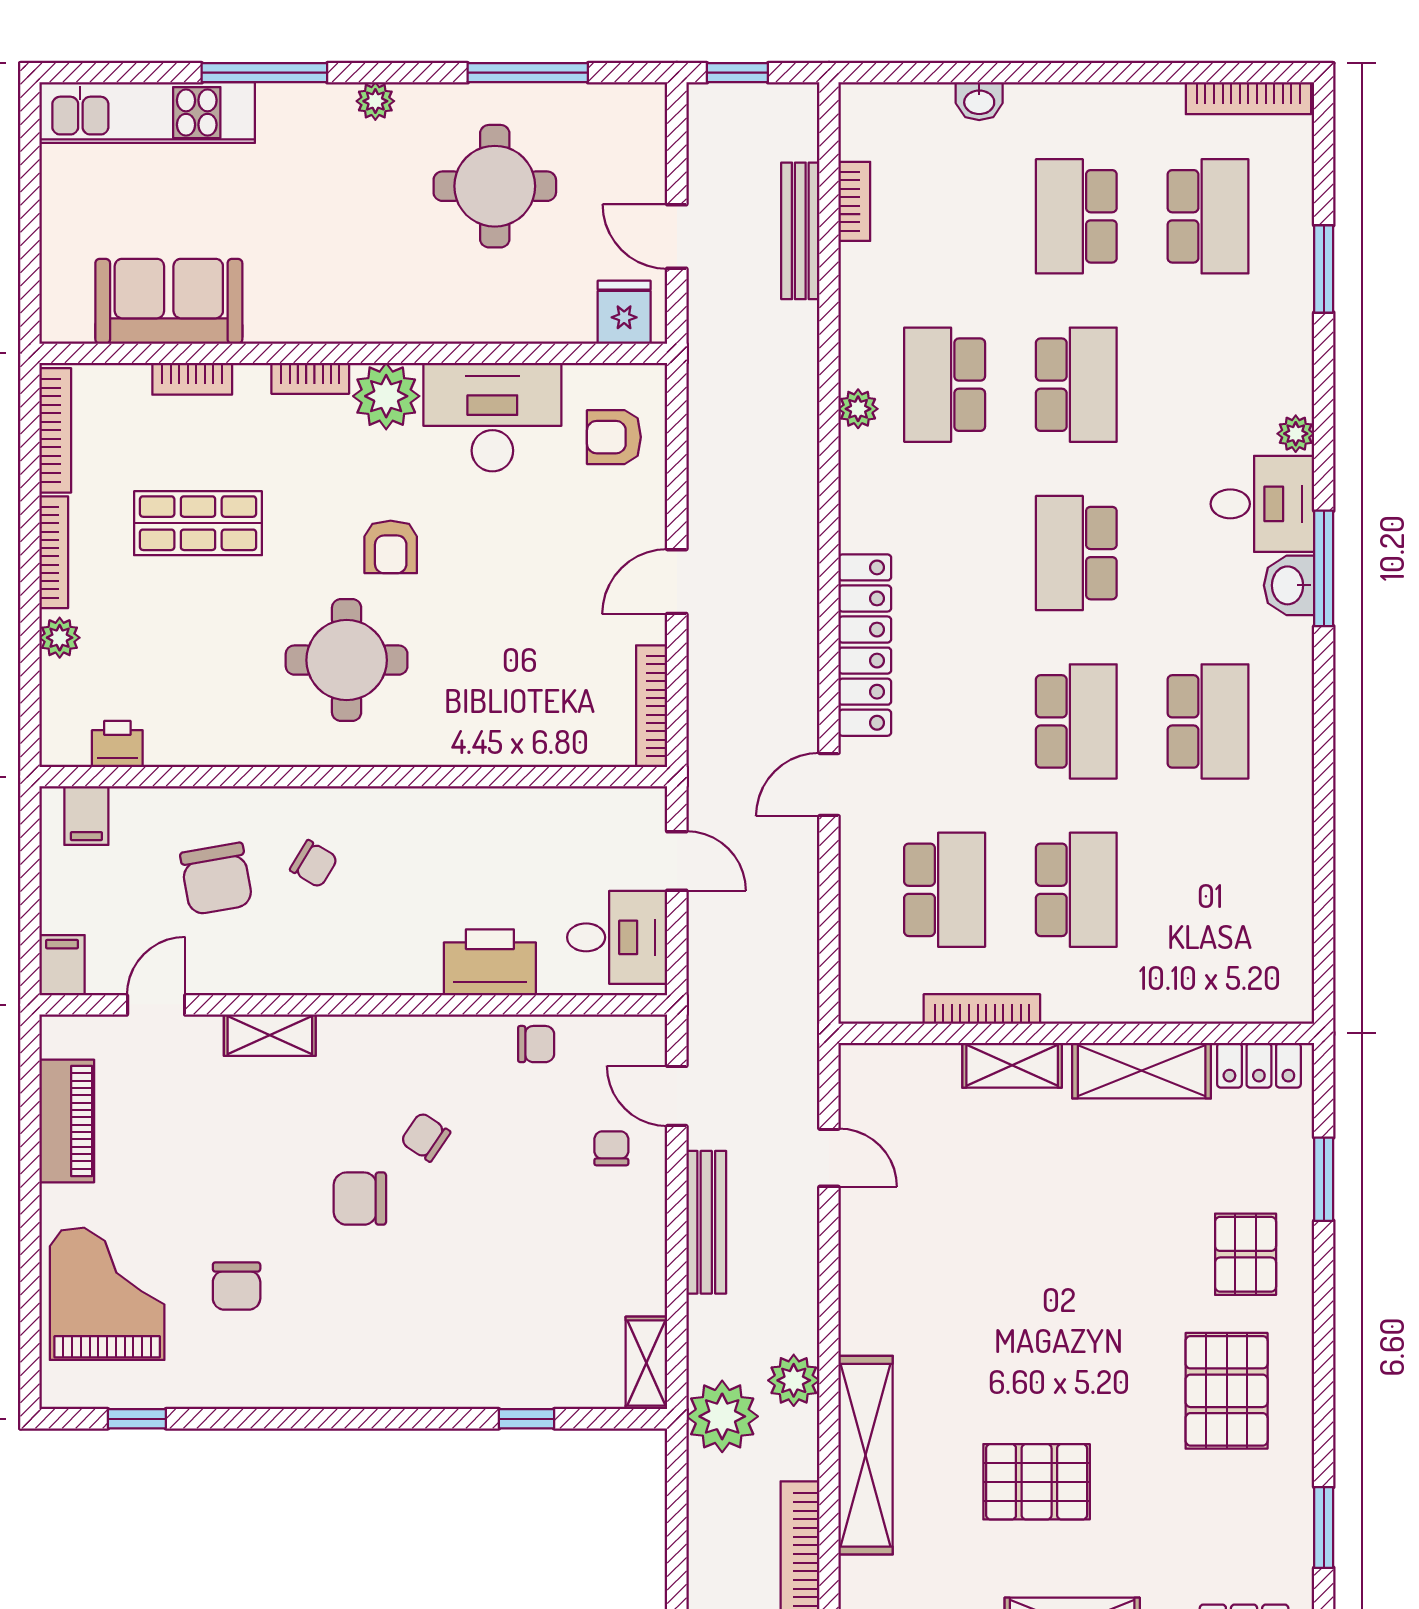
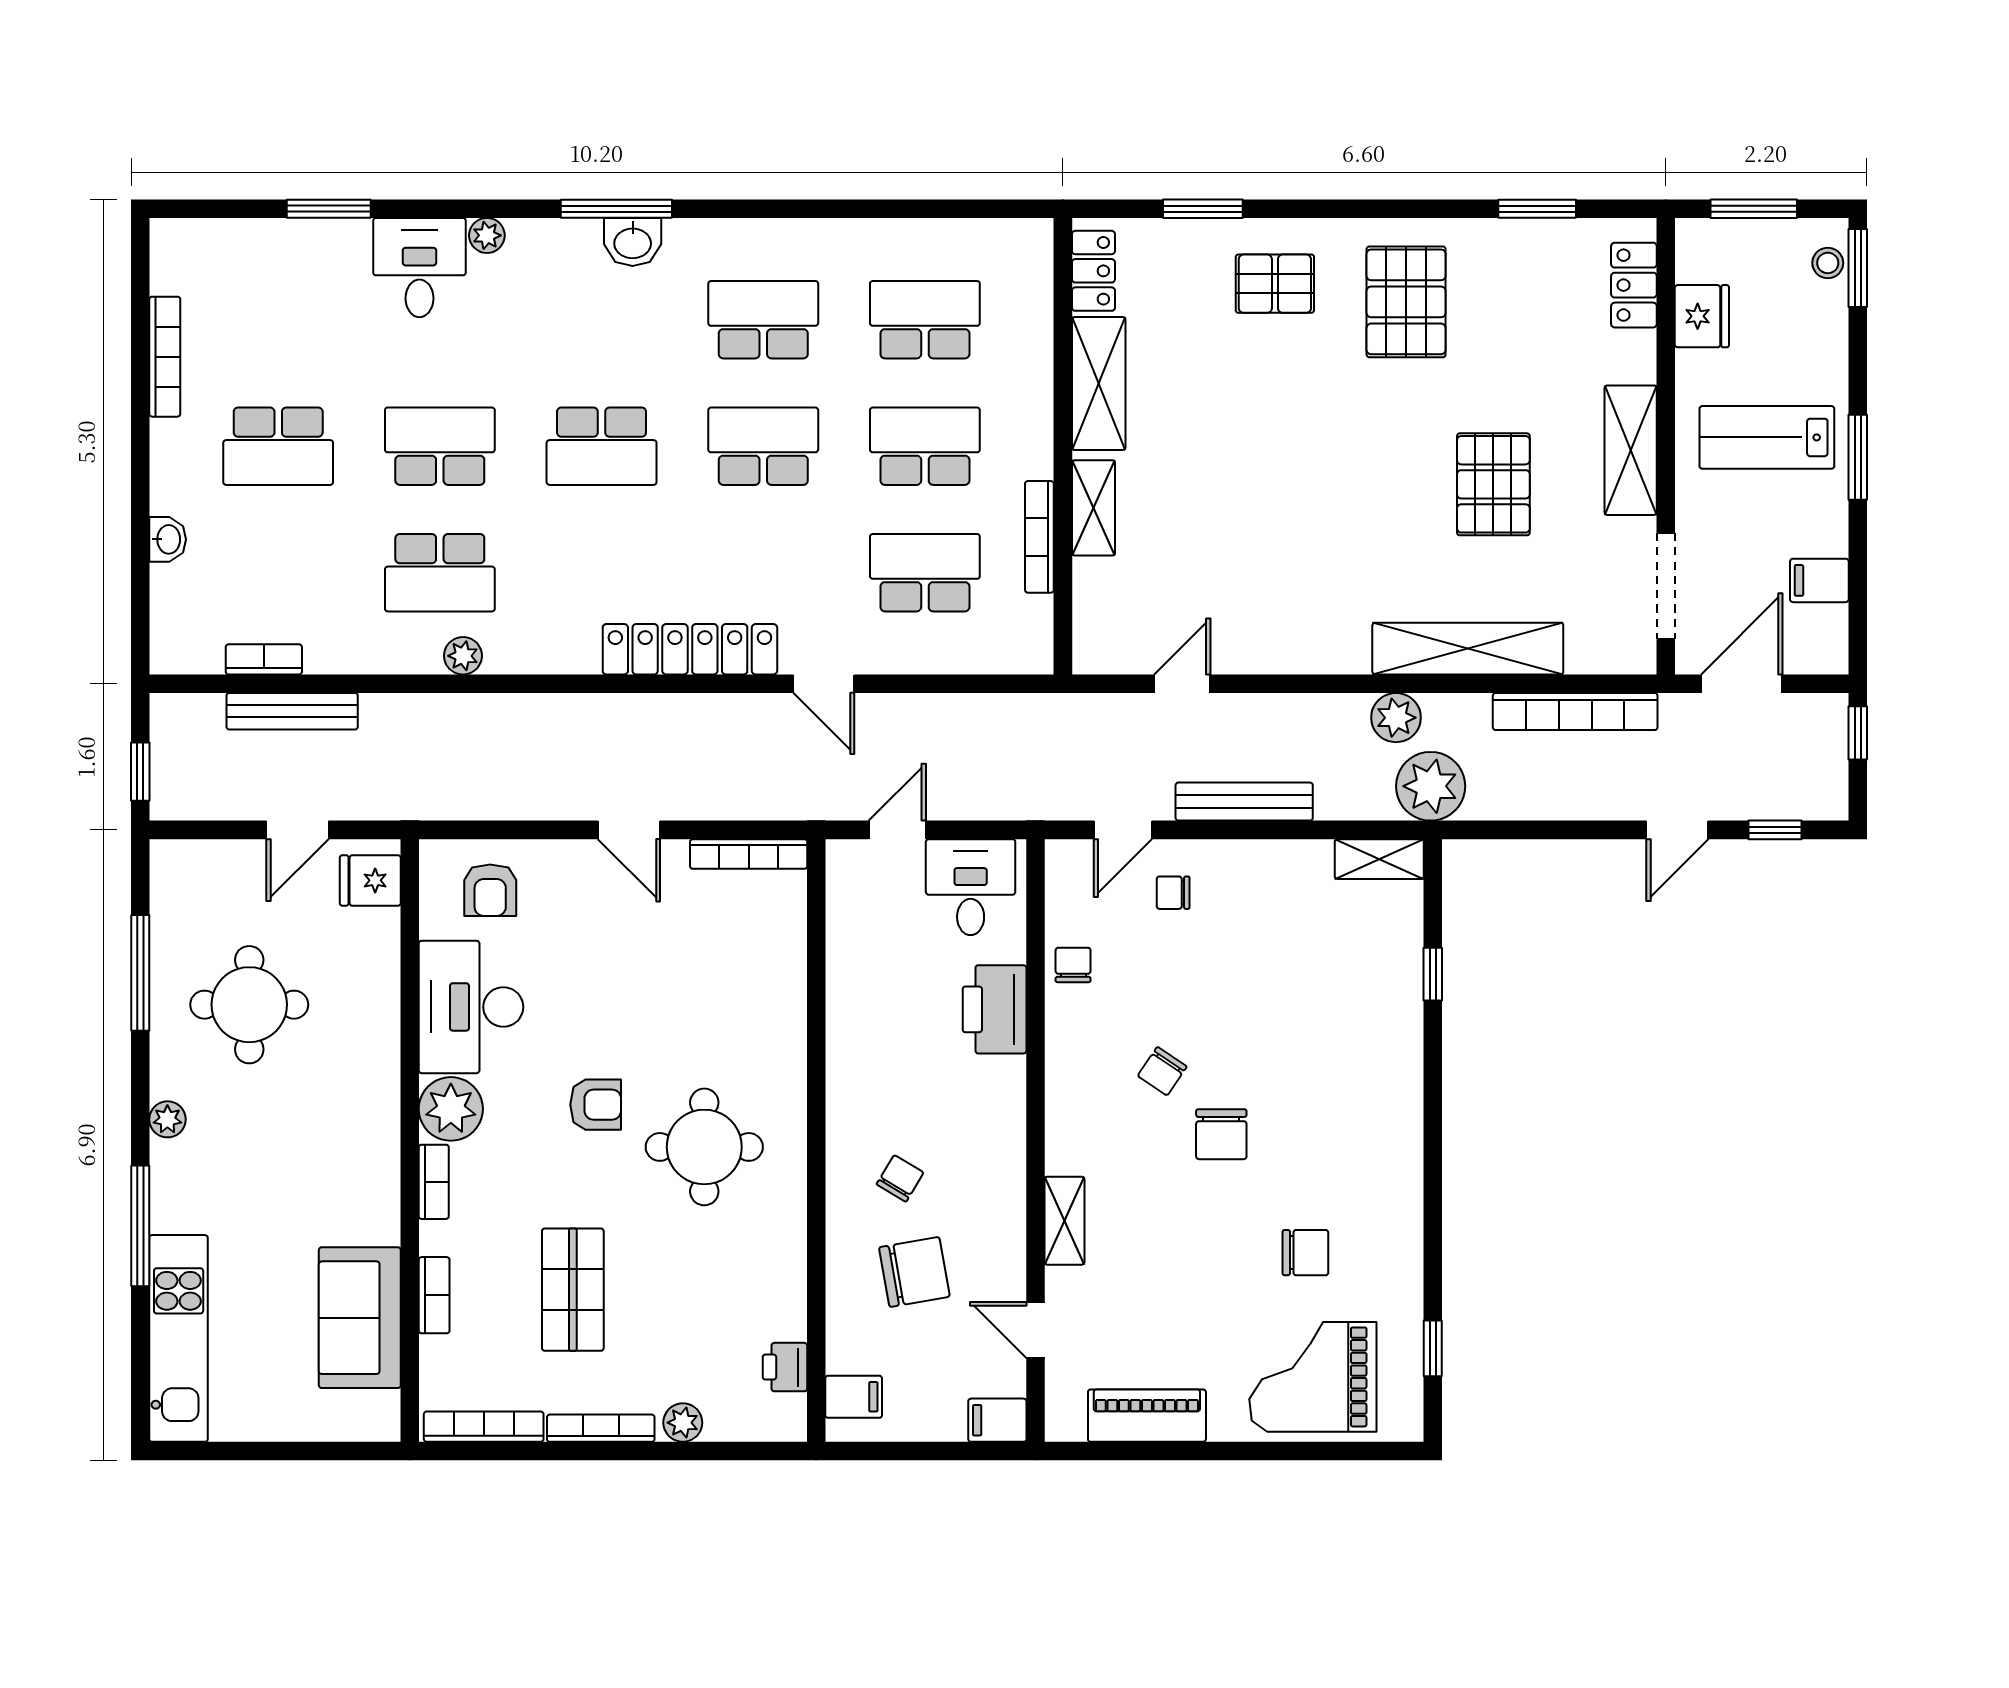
bookcase: (1248, 98) -> (165, 357), moved
school desk: (1208, 216) -> (925, 320), moved
desk: (1262, 504) -> (419, 268), moved
pallet: (1227, 1391) -> (1406, 302), turned 90

